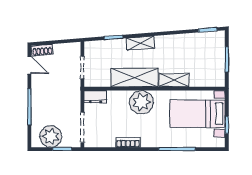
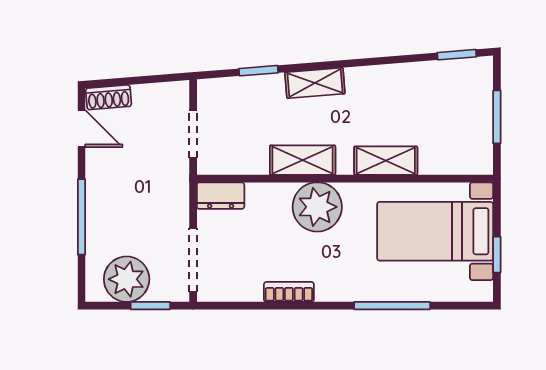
shelving: (134, 78) -> (303, 160), width x0.67, depth x0.75

